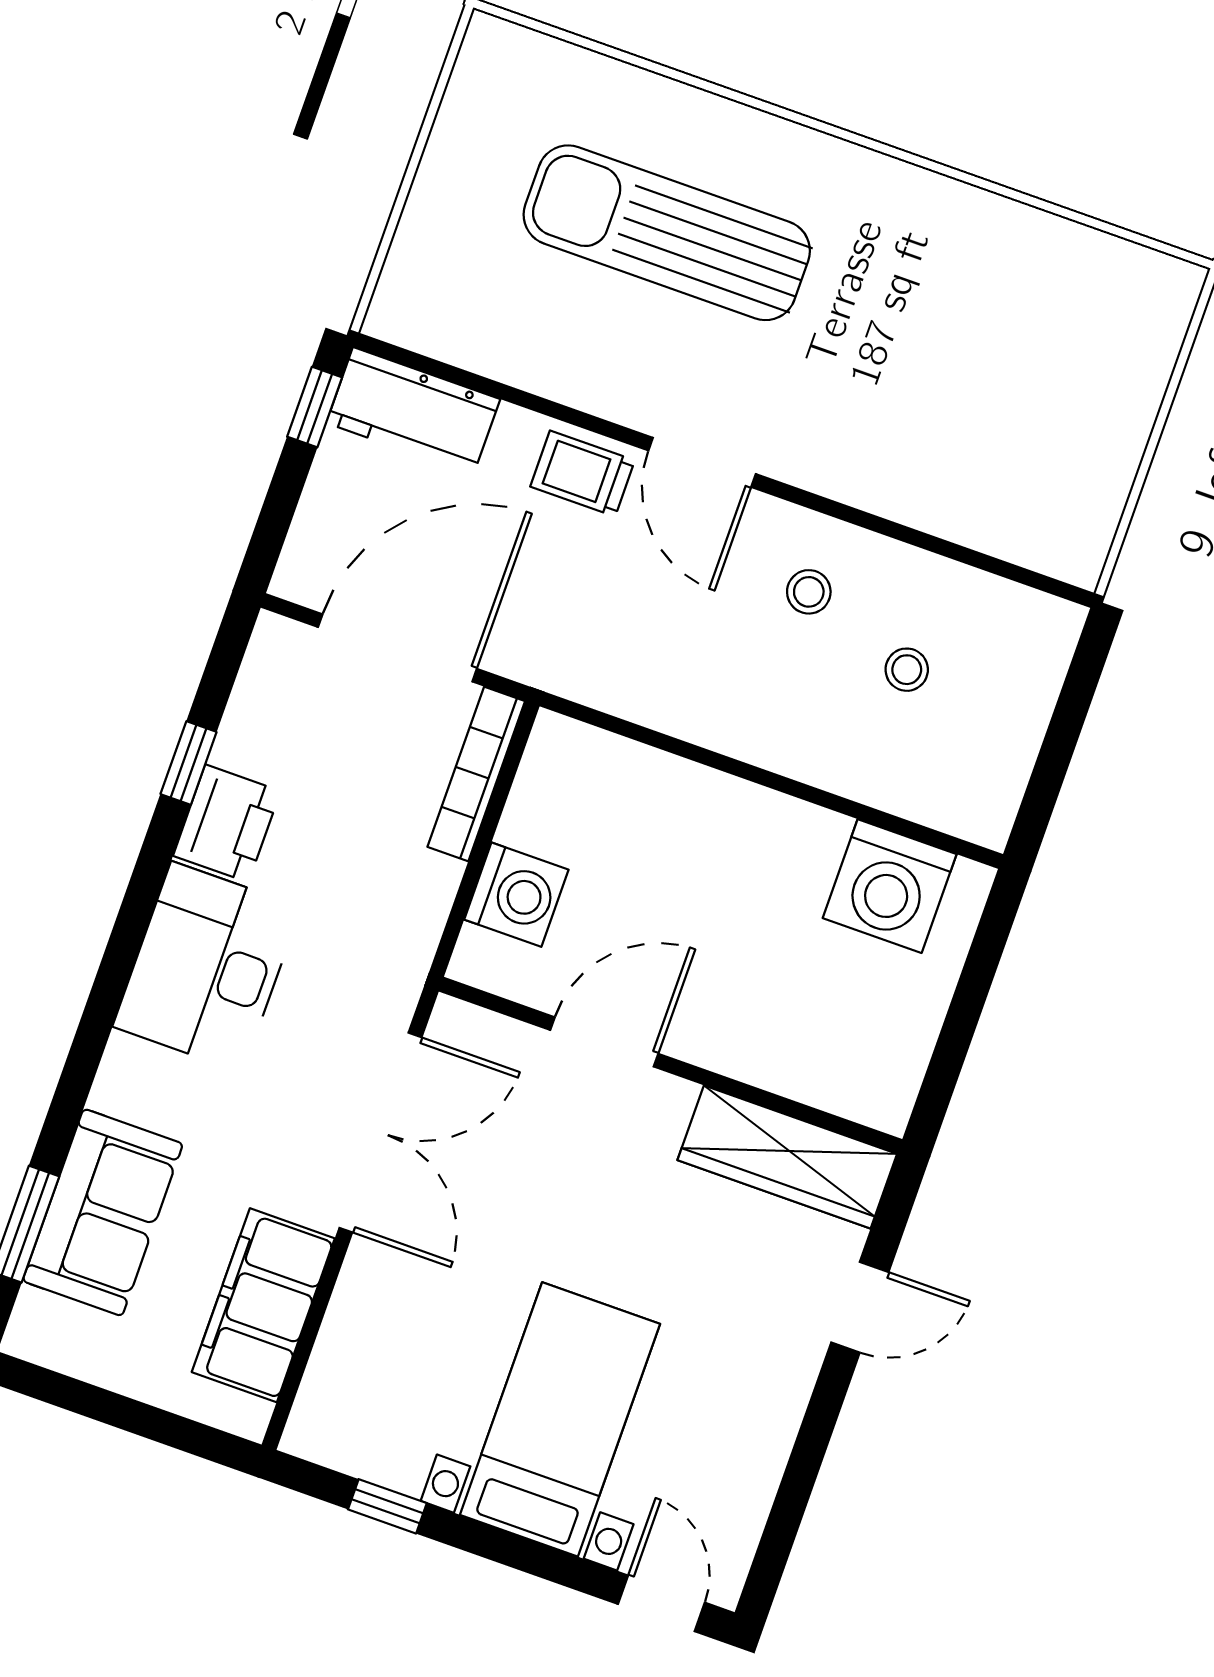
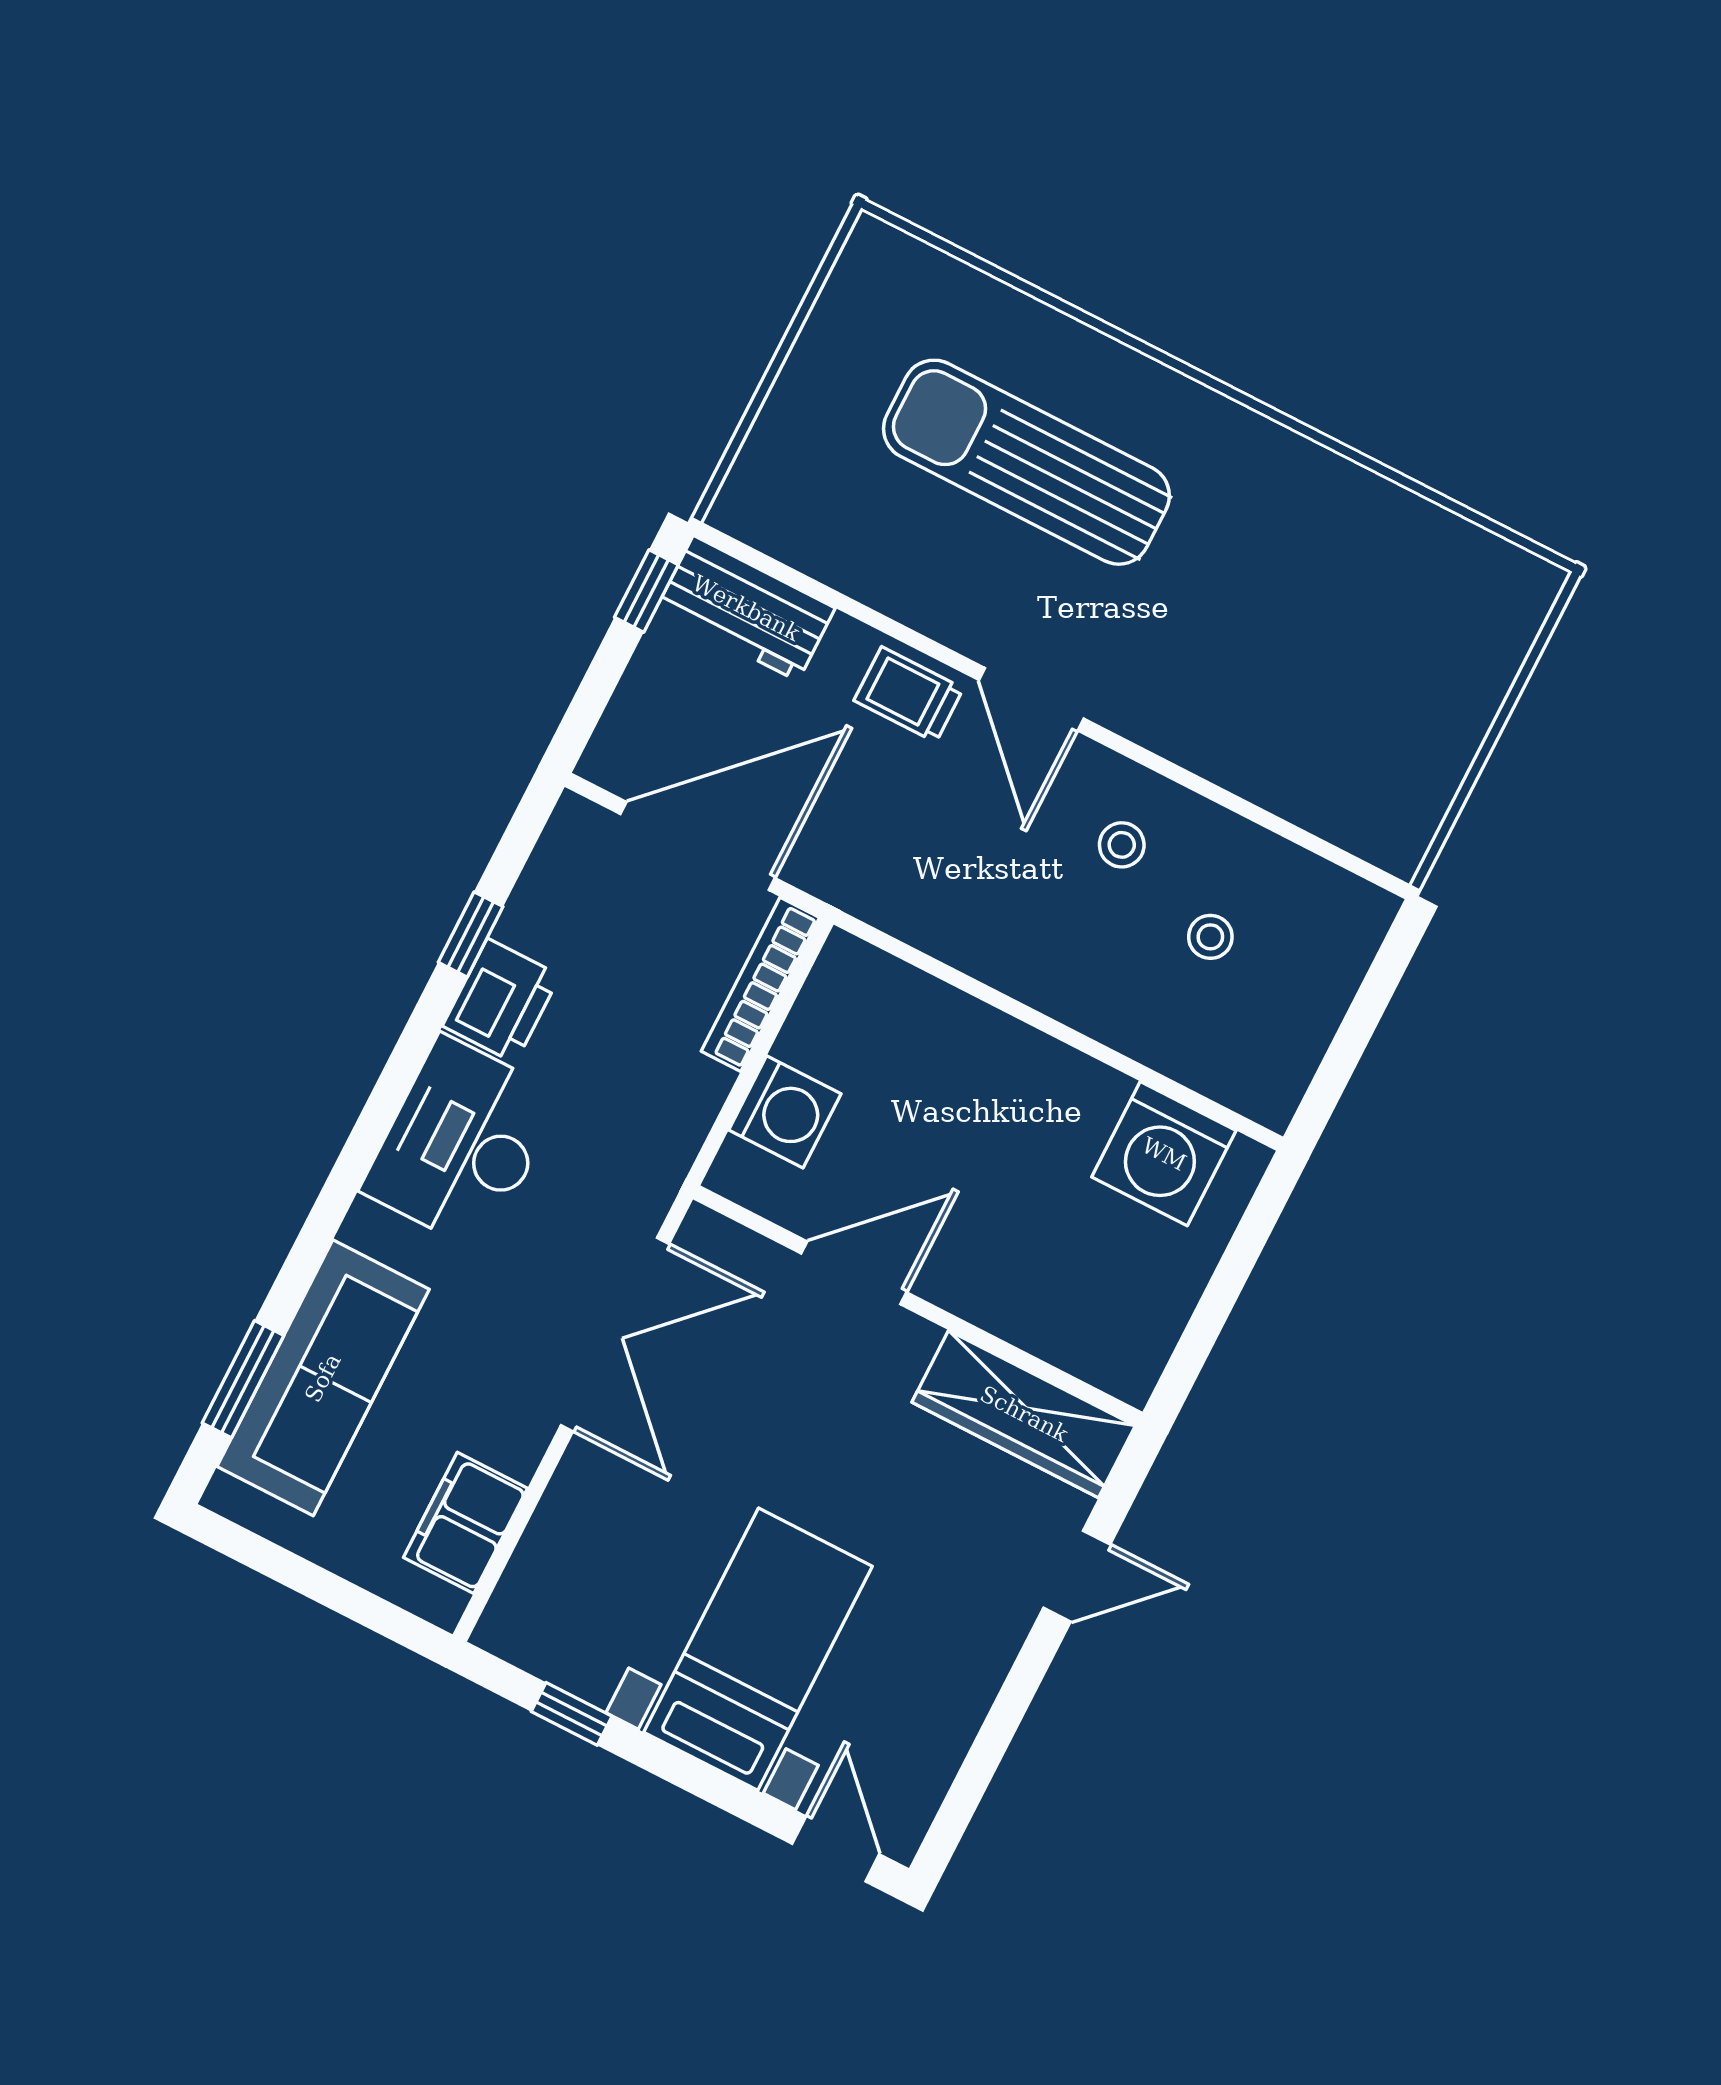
sofa: (103, 1212) -> (323, 1378), width x1.36
filing cabinet: (263, 1305) -> (465, 1523), width x0.67, depth x0.86

